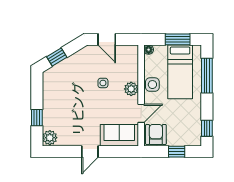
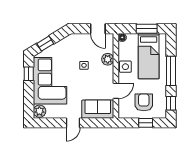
door: (107, 39) -> (98, 29), moved
window: (207, 76) -> (171, 71), moved
plant: (131, 89) -> (108, 59), moved
corner sofa: (62, 101) -> (50, 81), added
window: (37, 118) -> (29, 74), moved
armchair: (156, 134) -> (144, 102), moved

